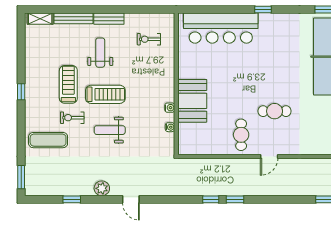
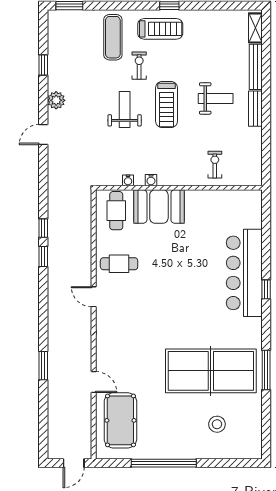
bar counter: (221, 28) -> (244, 273), moved
exercise bike: (149, 39) -> (215, 165), moved
treadmill: (68, 84) -> (160, 29), moved
cafe table: (275, 111) -> (116, 211), moved

